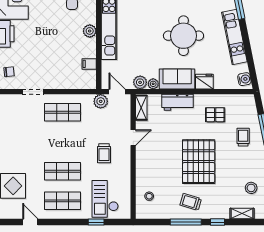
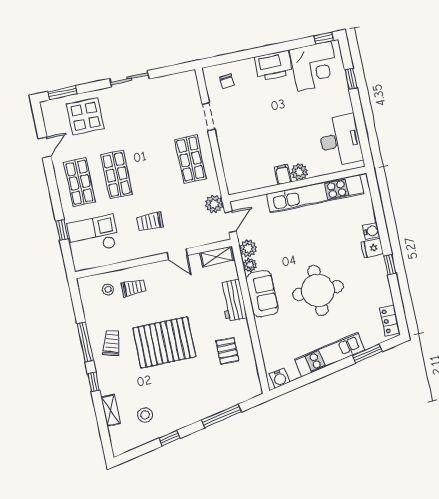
filing cabinet: (89, 64) -> (283, 174), moved
fridge: (204, 82) -> (266, 329), removed
trolley: (243, 137) -> (134, 288), moved

